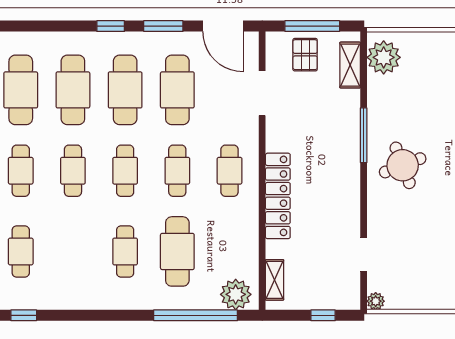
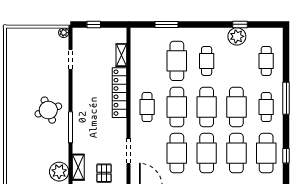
cafe table: (73, 171) -> (236, 107), width x1.37, depth x1.35
cafe table: (125, 171) -> (207, 107), width x1.37, depth x1.35
cafe table: (177, 171) -> (177, 107), width x1.37, depth x1.35
shelving: (275, 280) -> (121, 55), moved
plant: (236, 294) -> (237, 36), moved
window: (24, 315) -> (240, 24), moved
window: (196, 315) -> (166, 24), width x0.47

